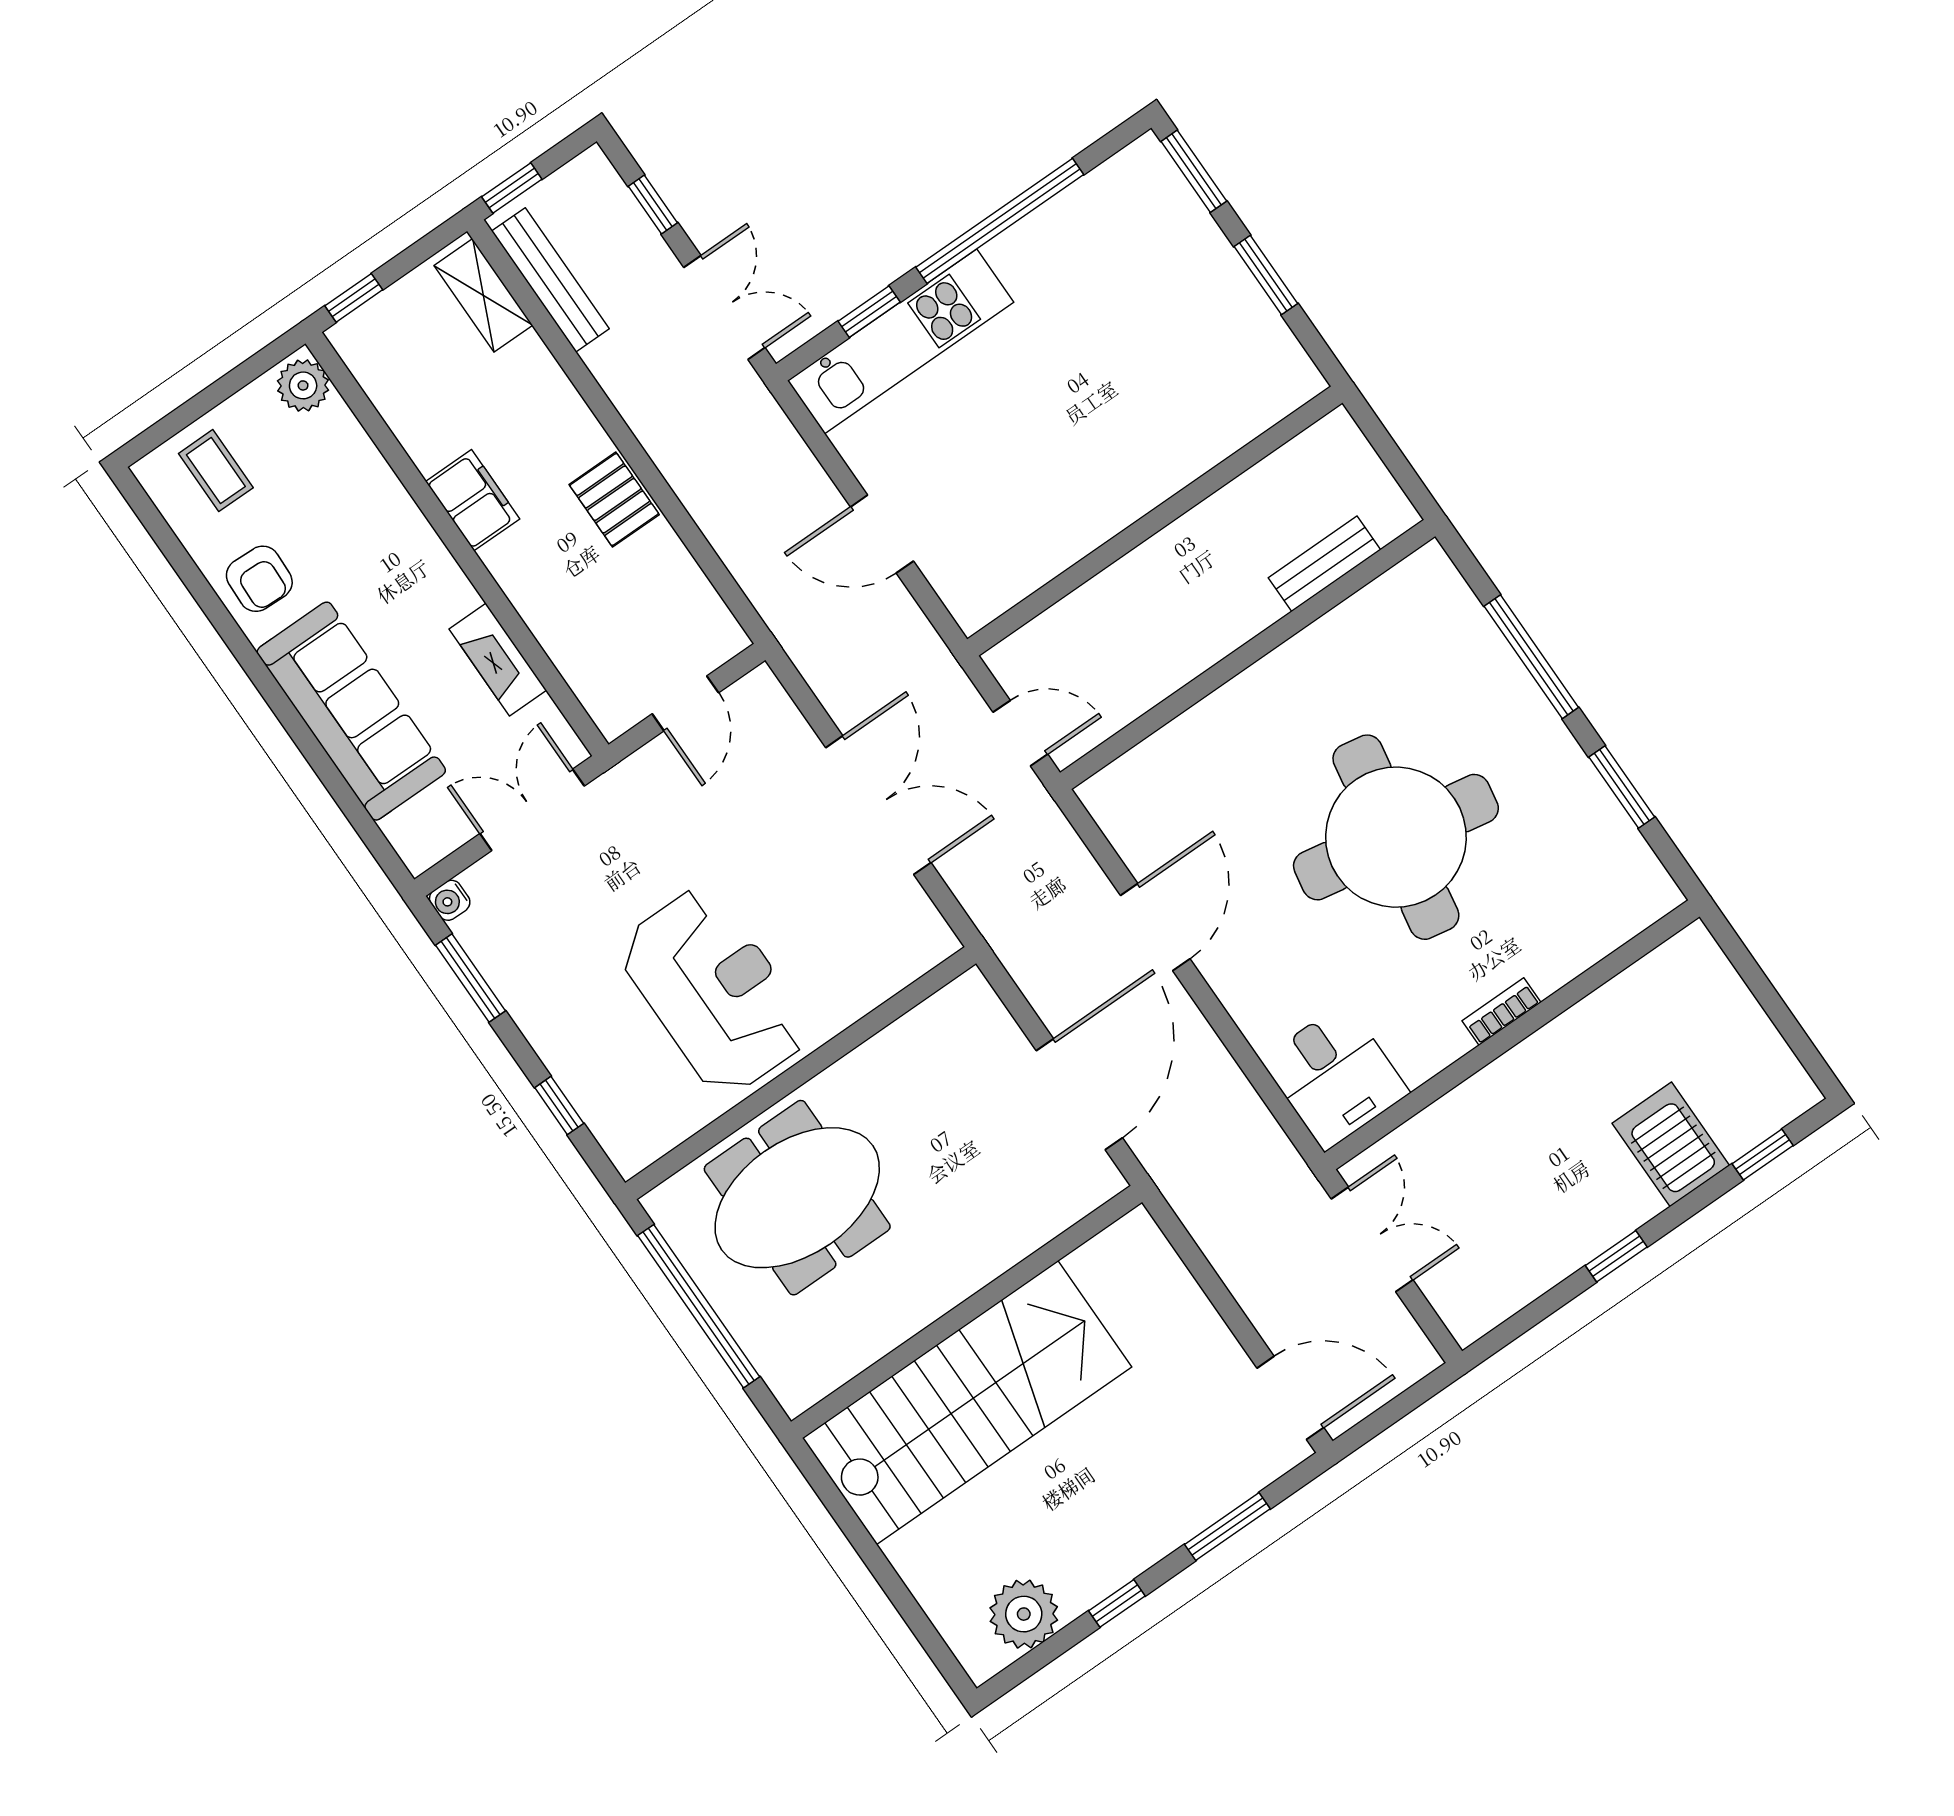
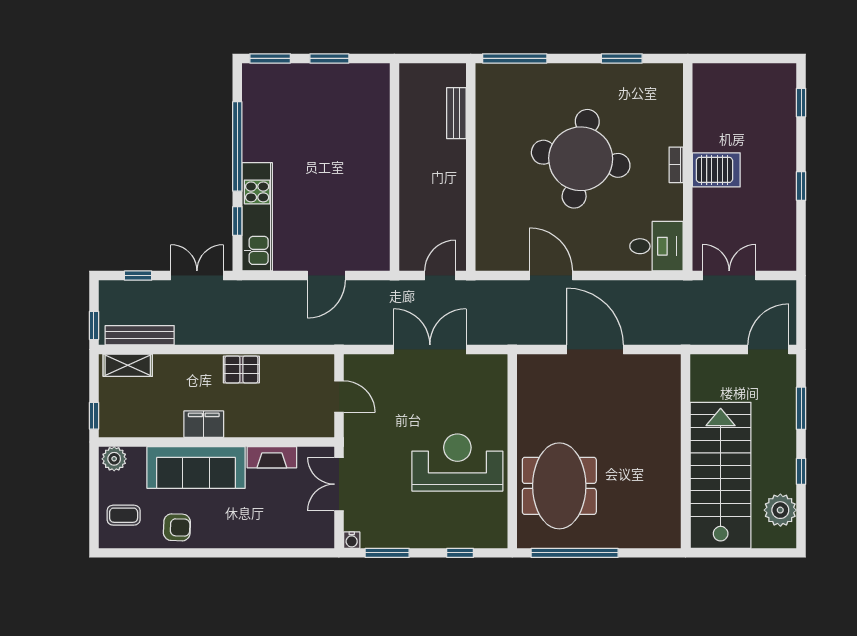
window: (1531, 657) -> (515, 58), moved
sofa: (351, 711) -> (196, 467), moved, turned 180
server rack: (1671, 1144) -> (716, 170), moved, turned 180
wall: (967, 1312) -> (686, 451), moved
stairs: (967, 1402) -> (721, 475), moved

